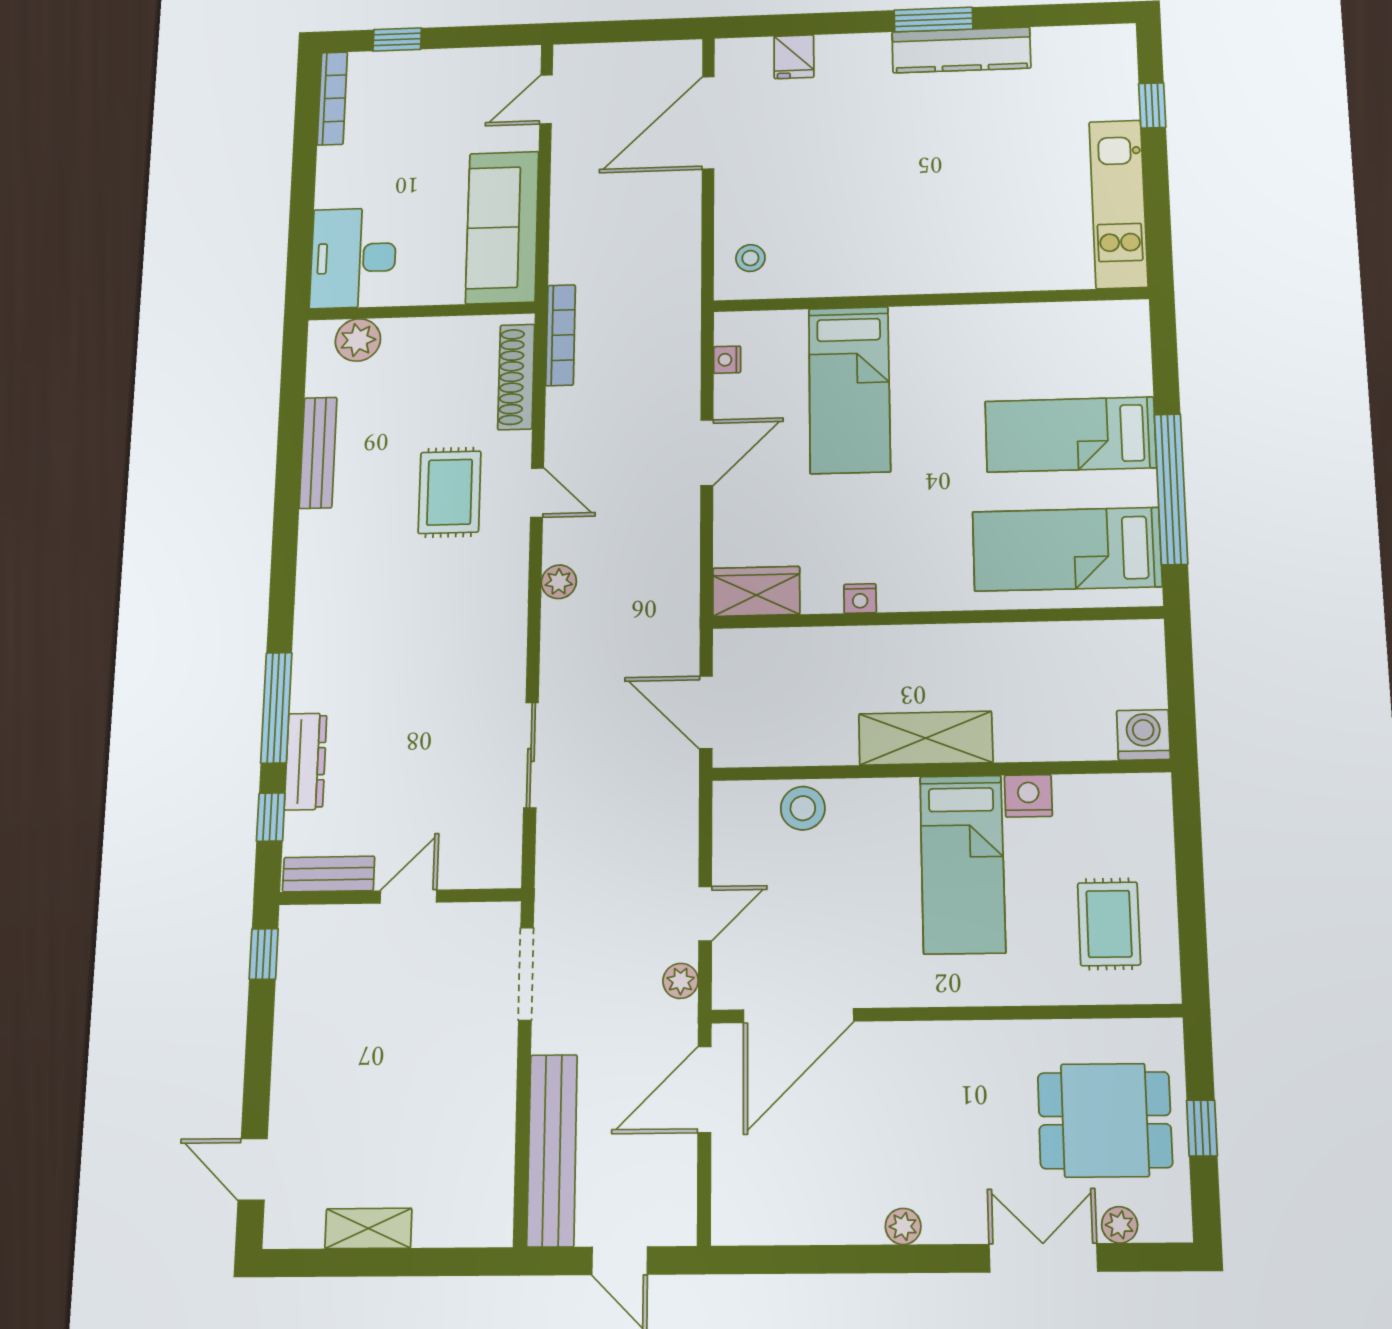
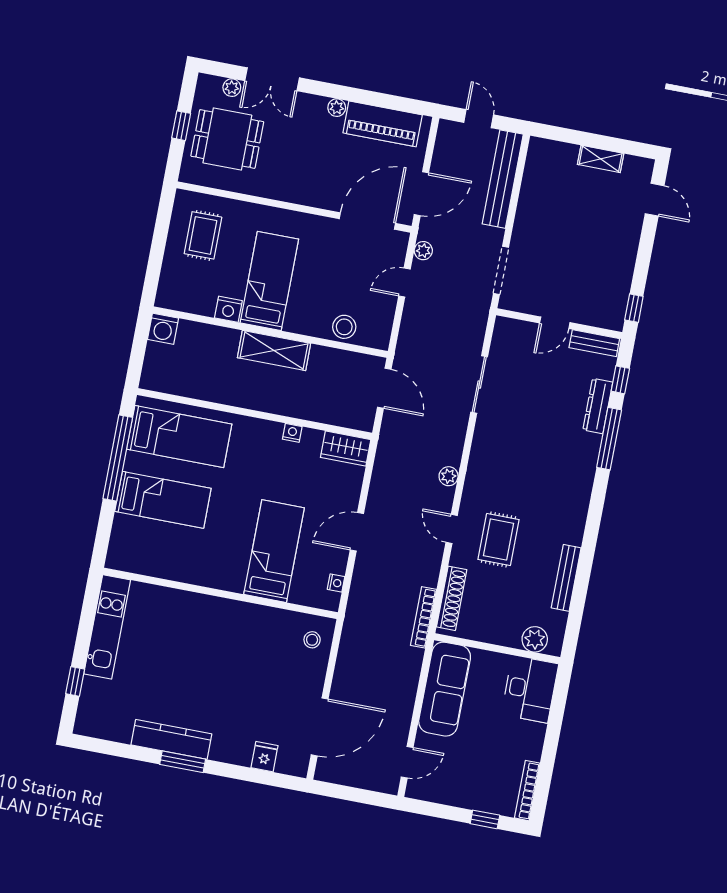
piano: (806, 1212) -> (383, 124), added

